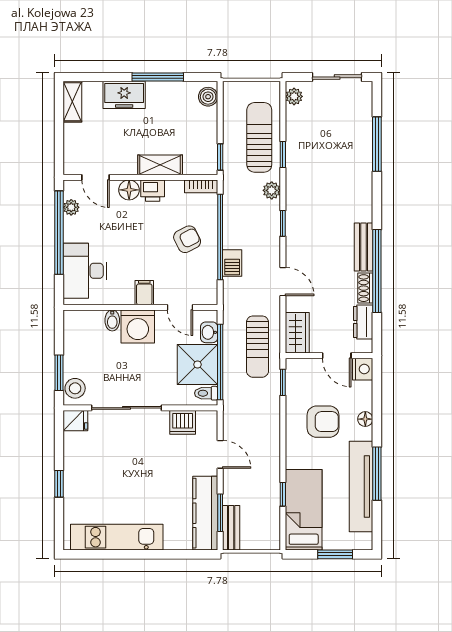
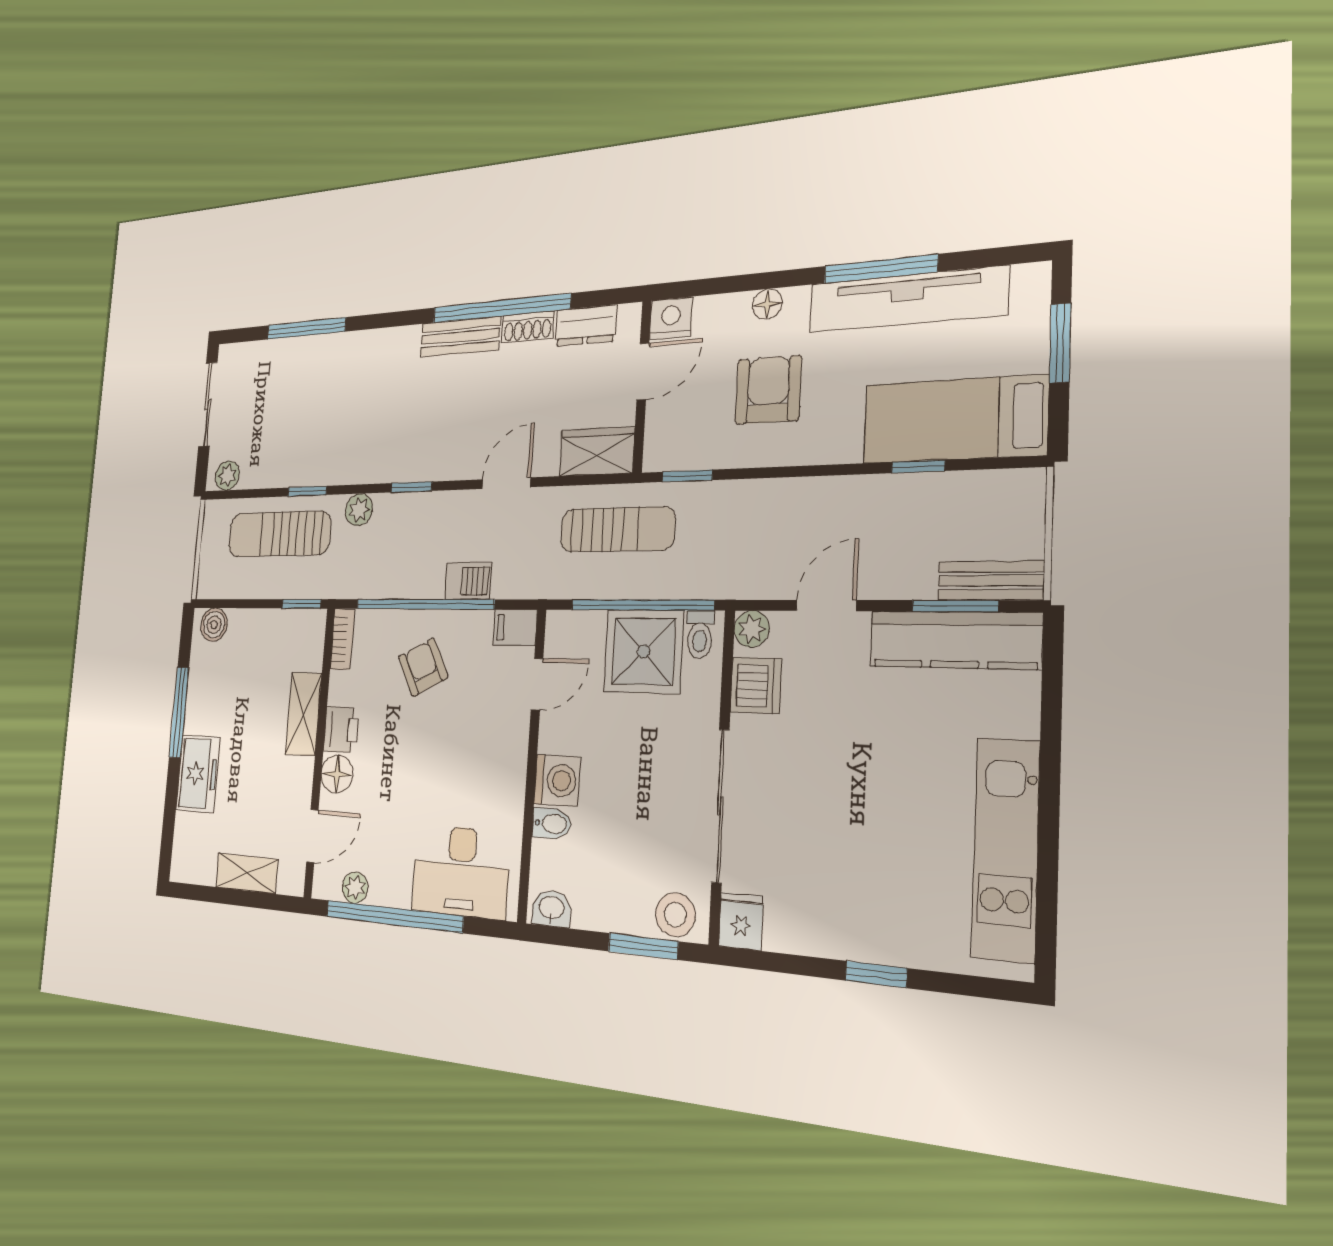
shelving: (72, 102) -> (247, 873), moved
filing cabinet: (144, 293) -> (515, 627), moved
washing machine: (138, 326) -> (557, 780), width x0.73, depth x0.73
washbasin: (209, 332) -> (551, 909), moved, turned 180
plant: (209, 419) -> (752, 629), added

